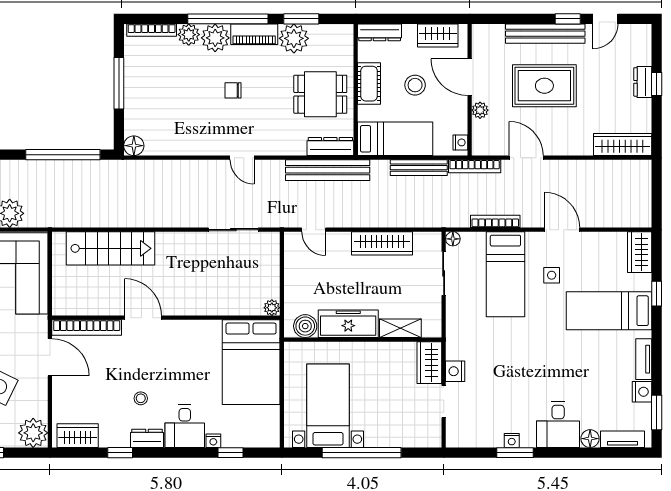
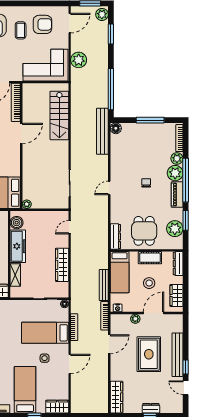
plant: (294, 38) -> (175, 229), moved
bench: (328, 170) -> (102, 131), moved

